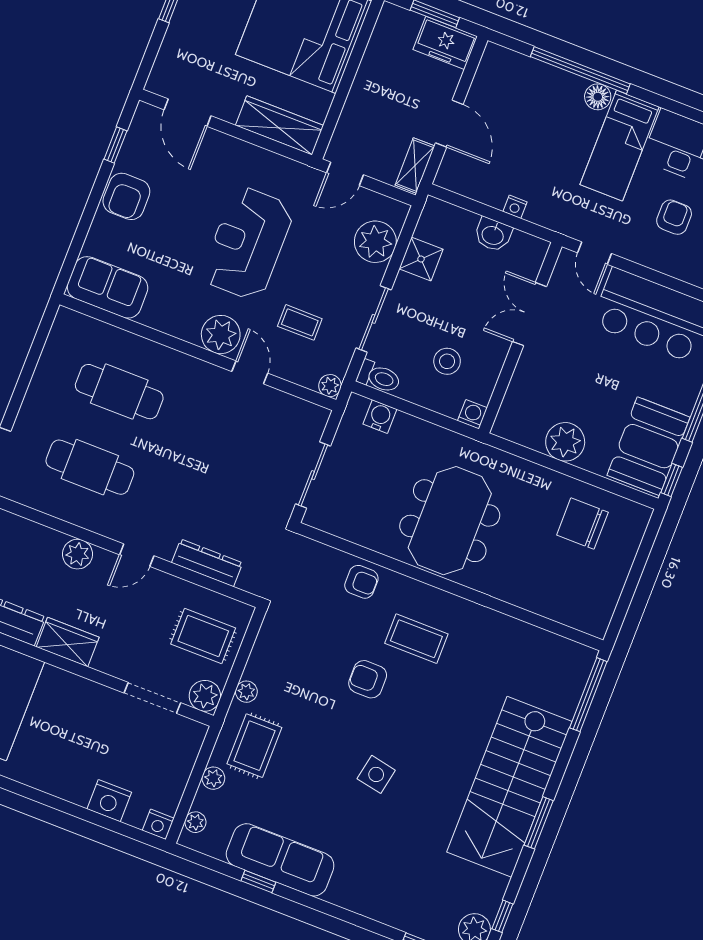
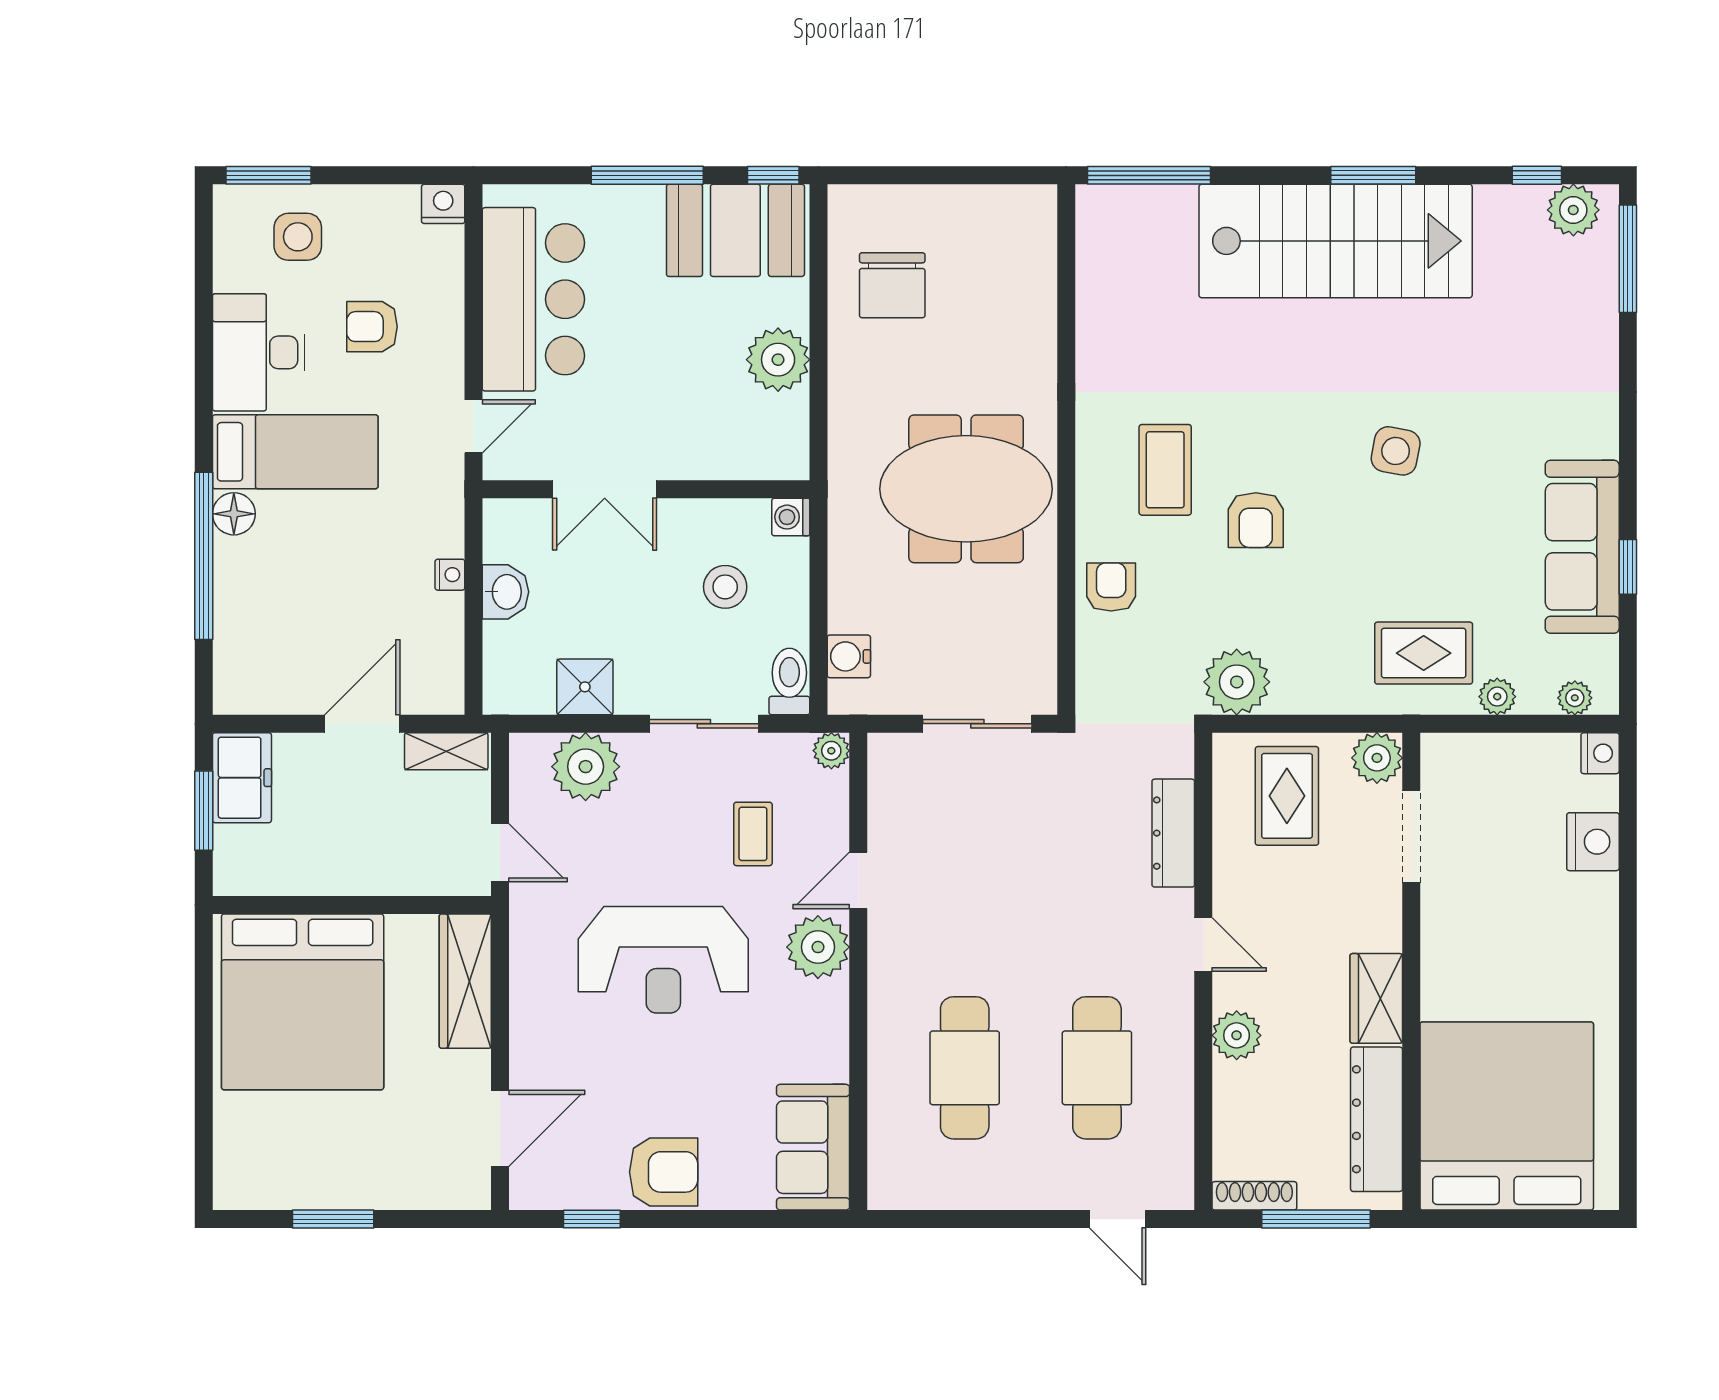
plant: (246, 692) -> (1237, 682), moved, width x1.88, depth x1.88

